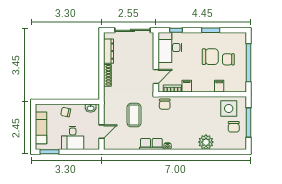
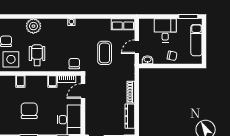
chair: (210, 57) -> (29, 111), turned 90
chair: (228, 59) -> (11, 108), removed
wheelchair: (202, 113) -> (37, 55), added
door: (102, 132) -> (137, 47), moved
row of seats: (151, 144) -> (123, 24), moved

